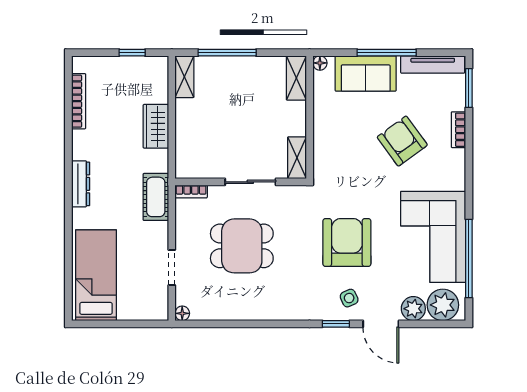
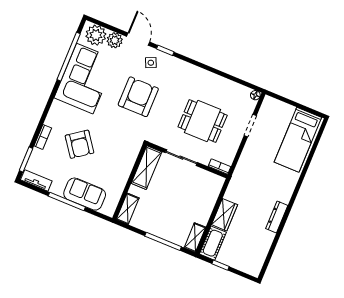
floor lamp: (320, 63) -> (110, 212), removed
tv unit: (433, 64) -> (36, 180), width x0.71
bookcase: (79, 101) -> (265, 249), removed
shelving: (297, 158) -> (147, 168), width x1.50, depth x1.33
dresser: (81, 184) -> (277, 217), moved
cot: (156, 197) -> (213, 243), moved
armchair: (347, 242) -> (138, 97), turned 180

